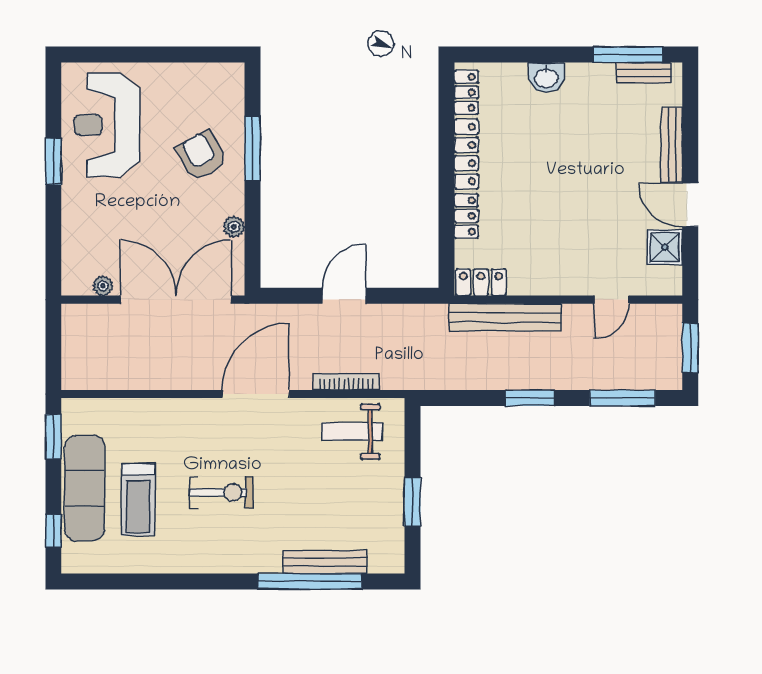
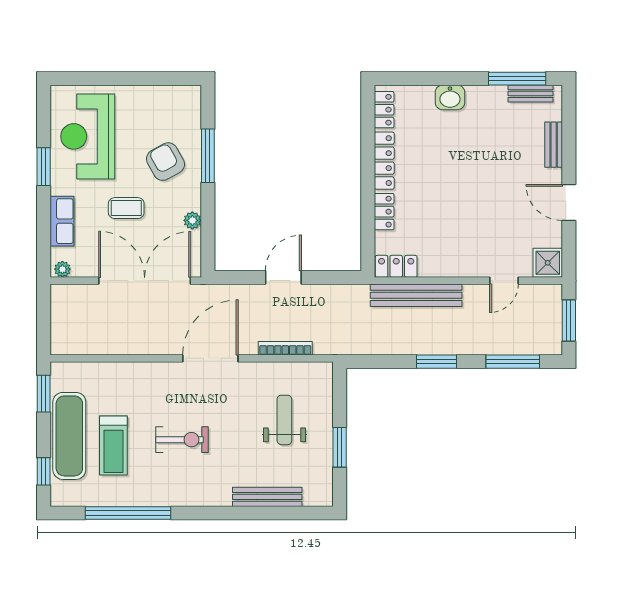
bench: (672, 145) -> (554, 145), width x0.73
coffee table: (154, 212) -> (126, 208), added
row of seats: (76, 228) -> (62, 221), added
shower: (665, 247) -> (548, 263), moved
plant: (103, 286) -> (62, 269), moved
weight bench: (352, 432) -> (284, 420), moved, turned 90
window: (310, 581) -> (128, 513), moved

